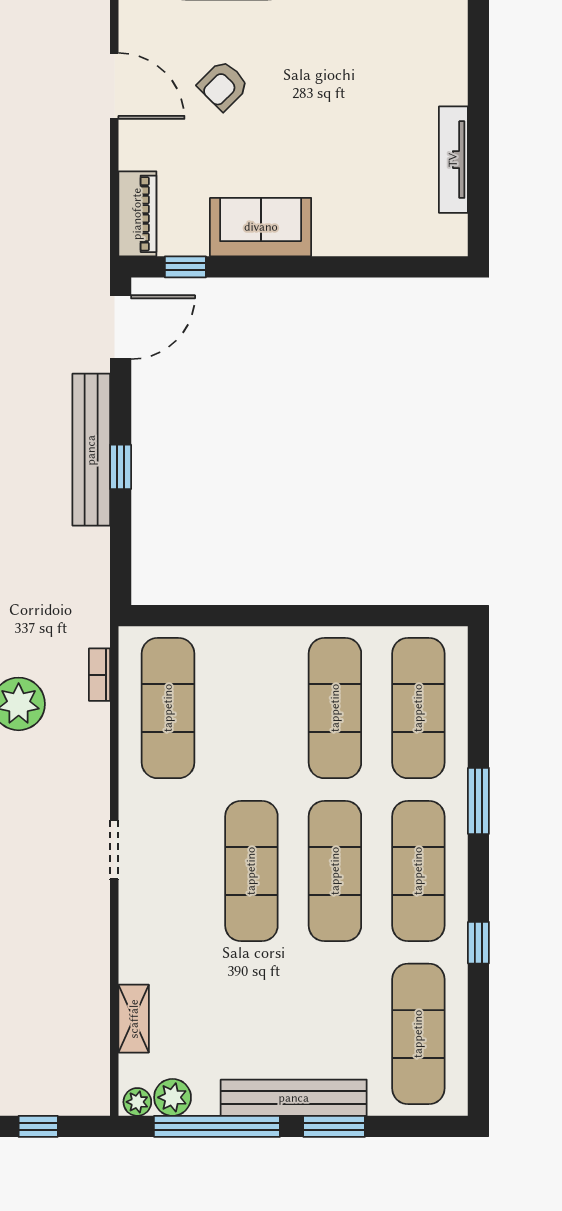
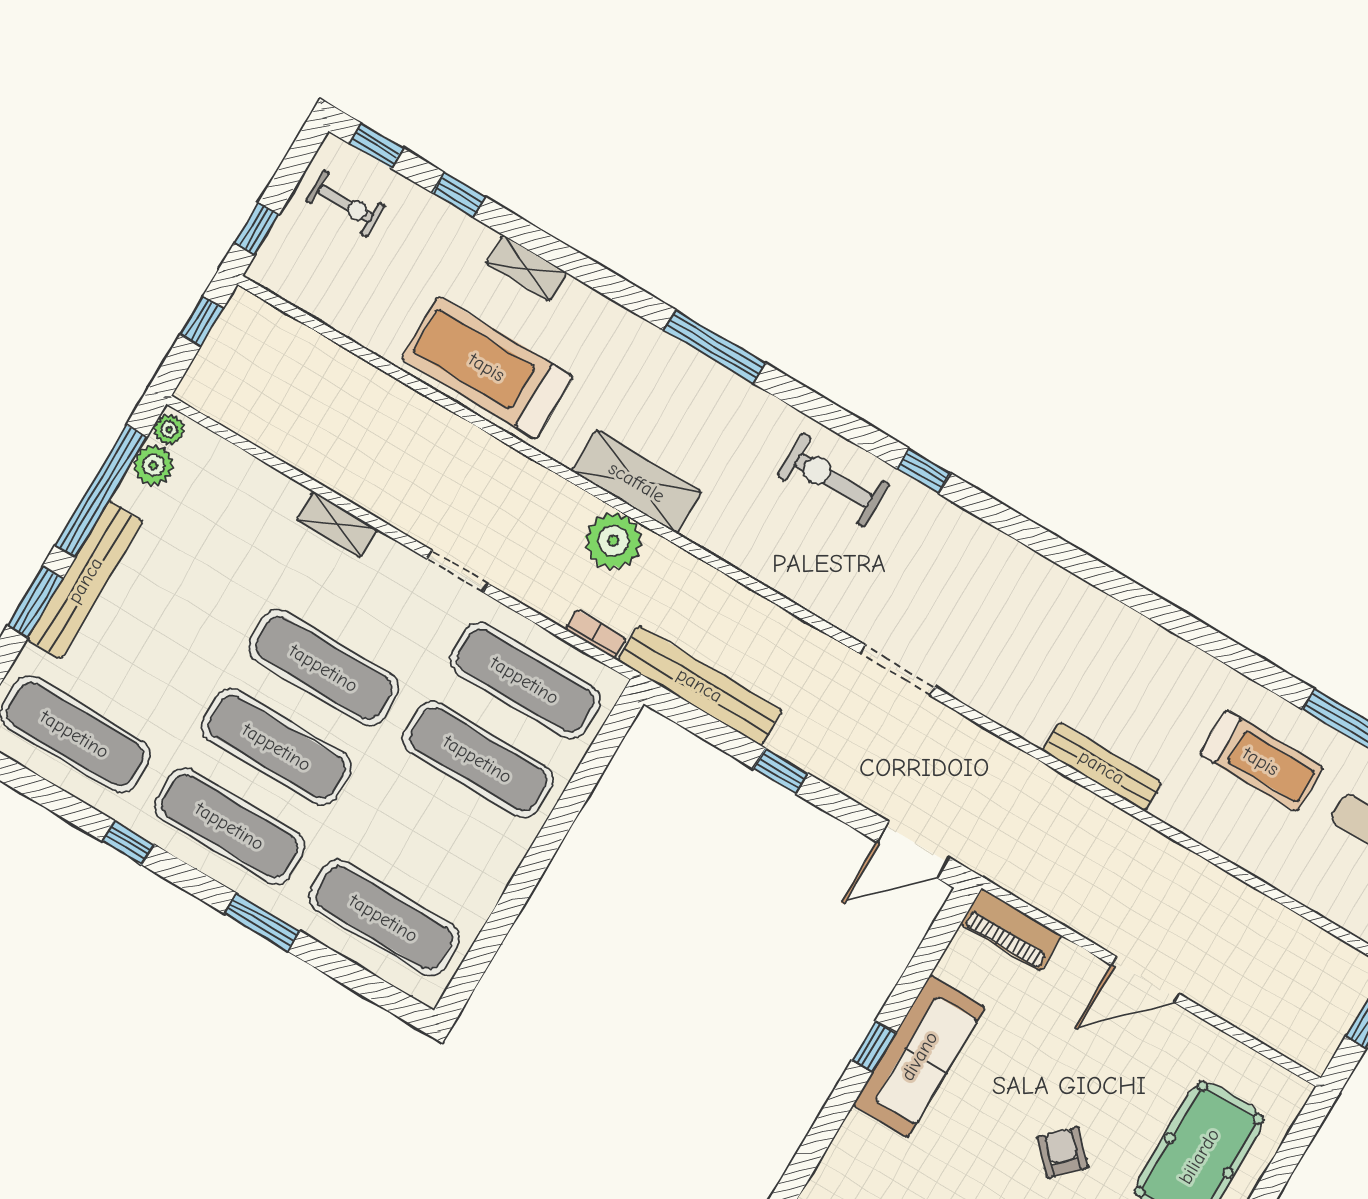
armchair: (223, 85) -> (1062, 1152), moved
sofa: (261, 227) -> (919, 1056), width x1.36
window: (185, 267) -> (874, 1046), moved
door: (121, 327) -> (913, 850), hinge flipped
bench: (91, 450) -> (700, 685), moved
exercise mat: (335, 708) -> (478, 759), moved
doorway: (114, 850) -> (457, 571), moved
shelving: (134, 1019) -> (337, 525), moved

